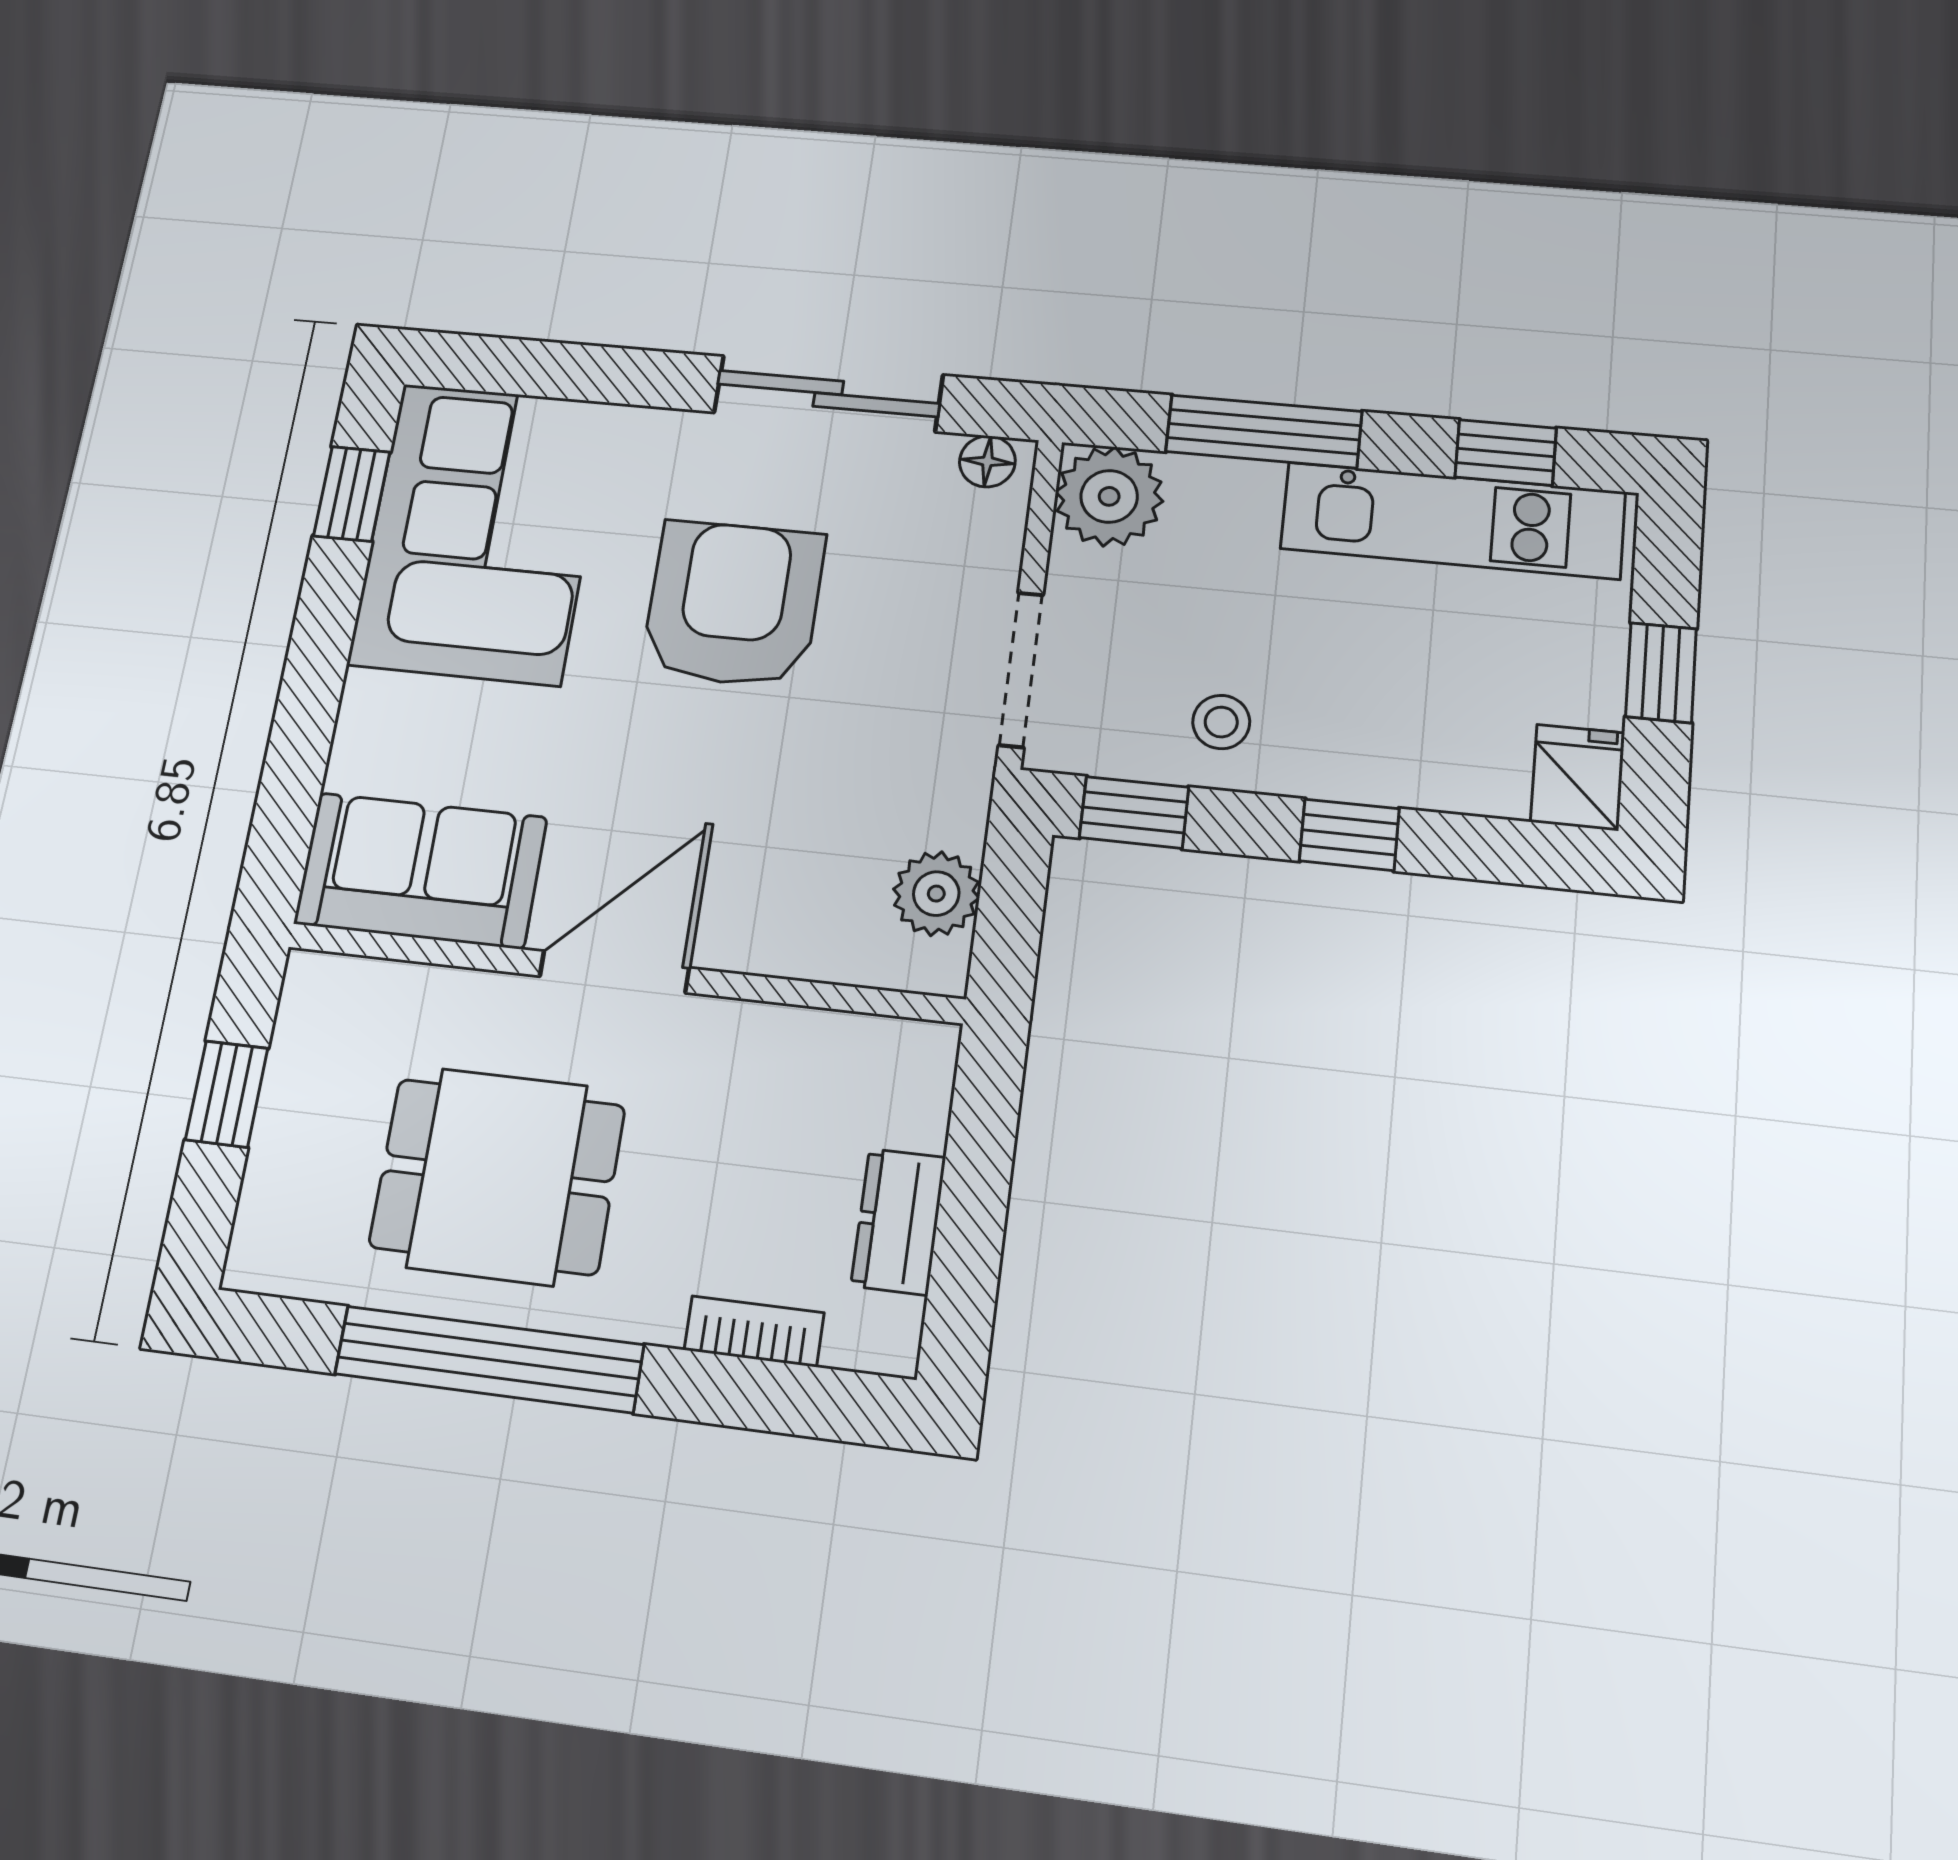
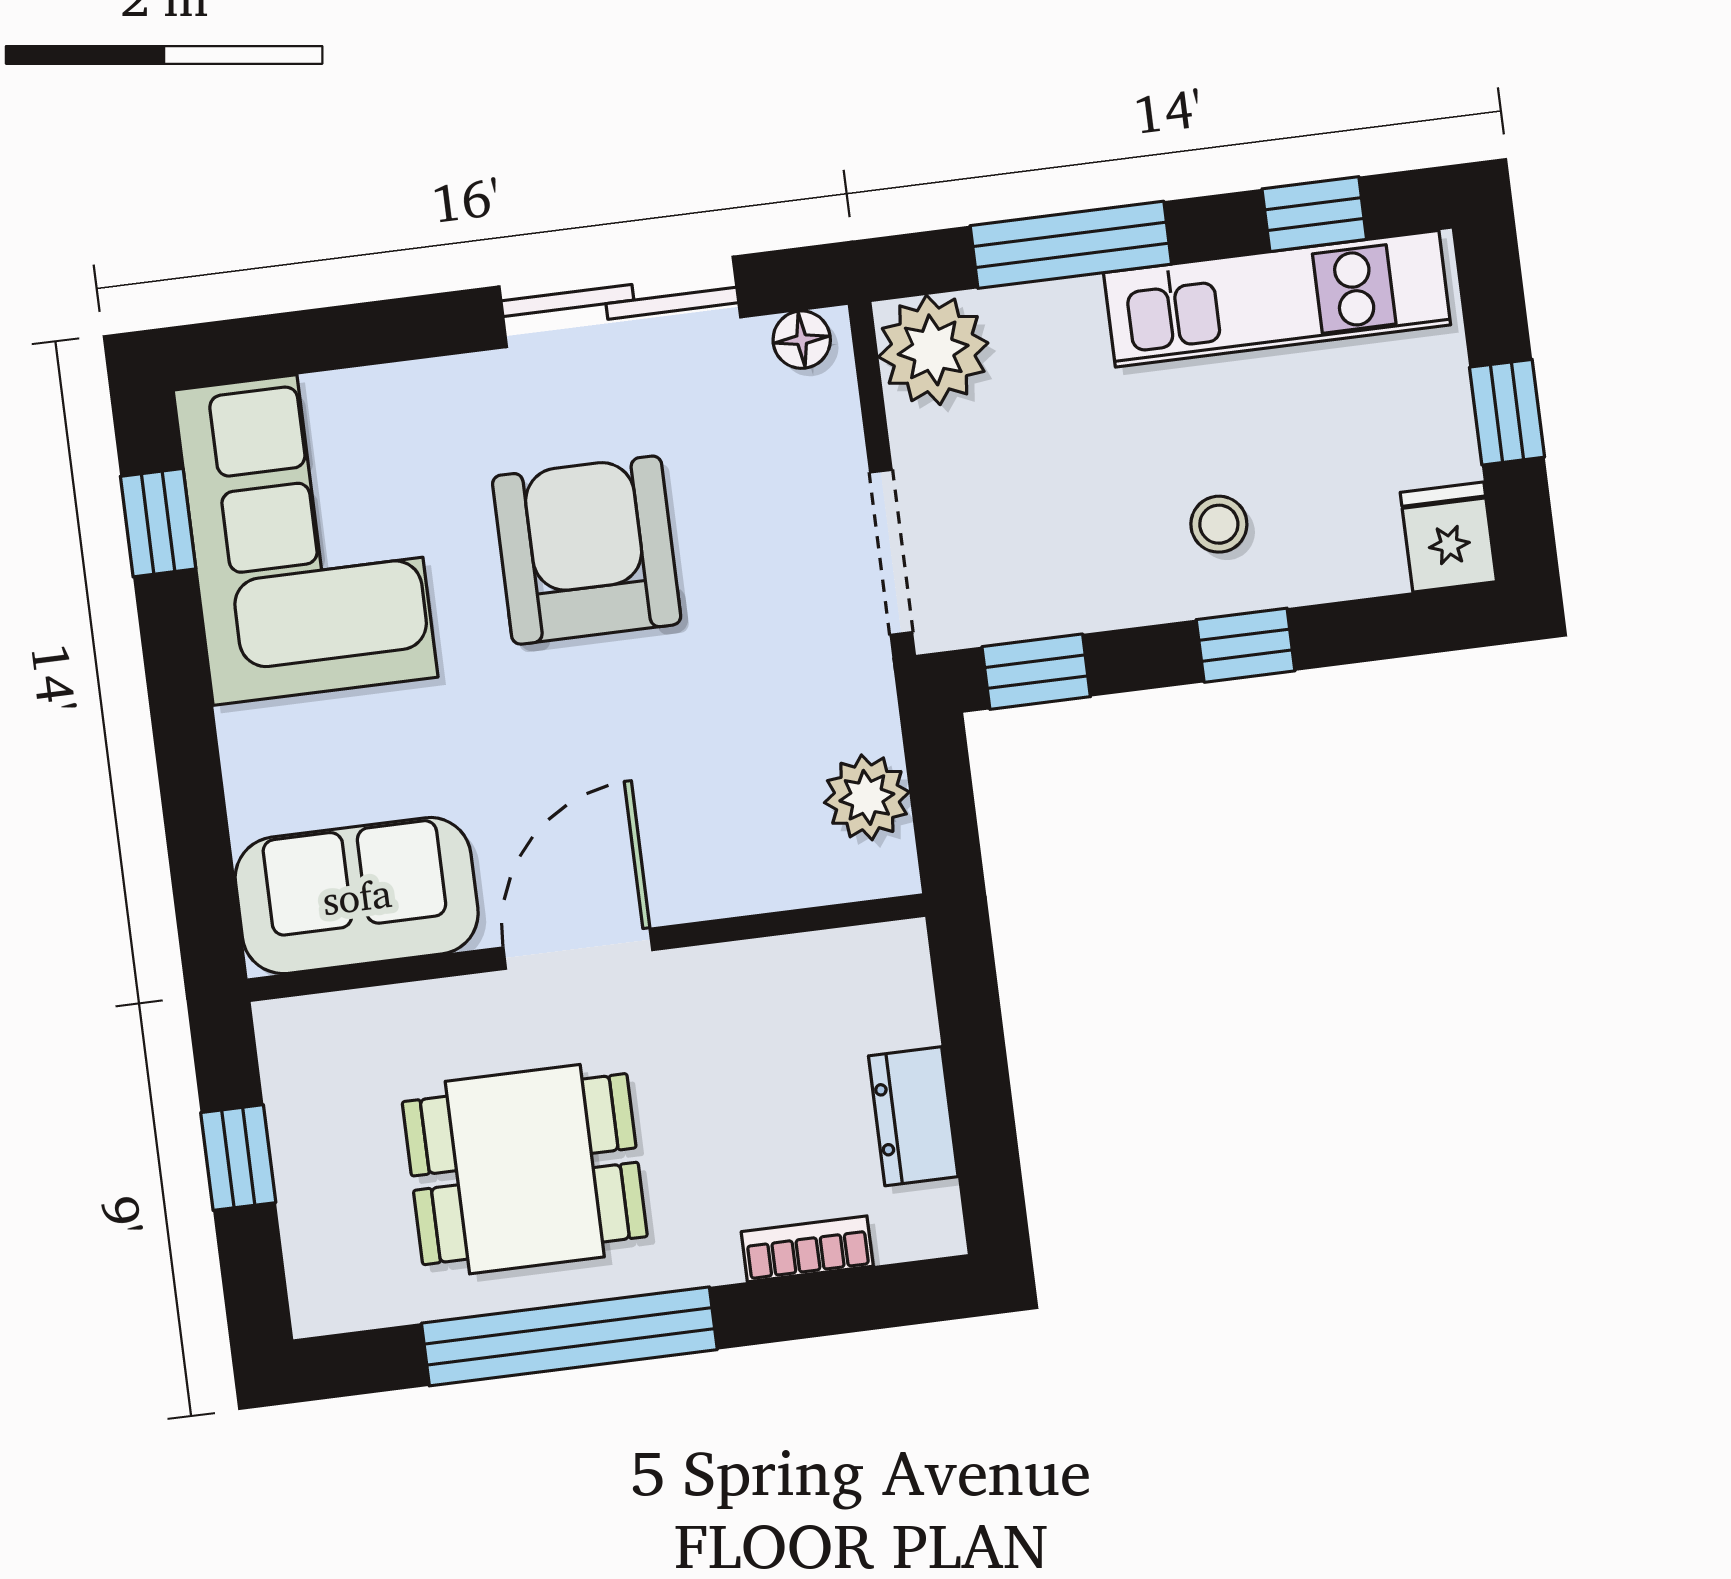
stool: (1221, 722) -> (1219, 524), moved

